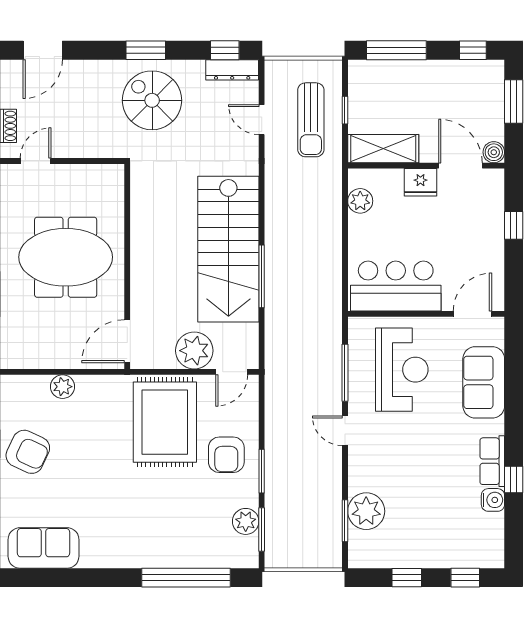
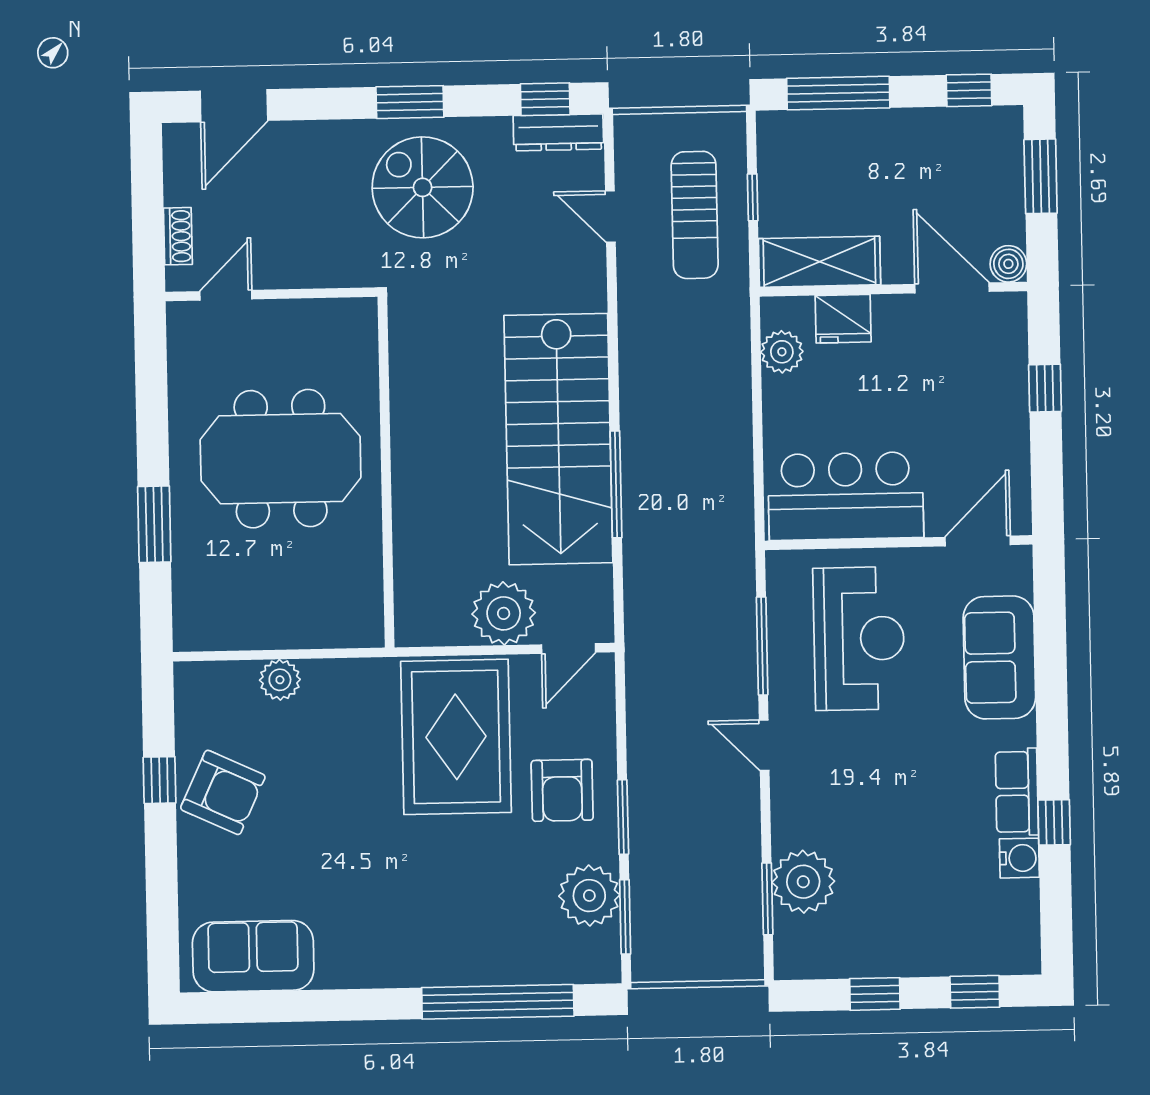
fridge: (420, 182) -> (843, 319), moved
door: (127, 341) -> (389, 600), removed
plant: (246, 521) -> (589, 896), width x1.36, depth x1.36

